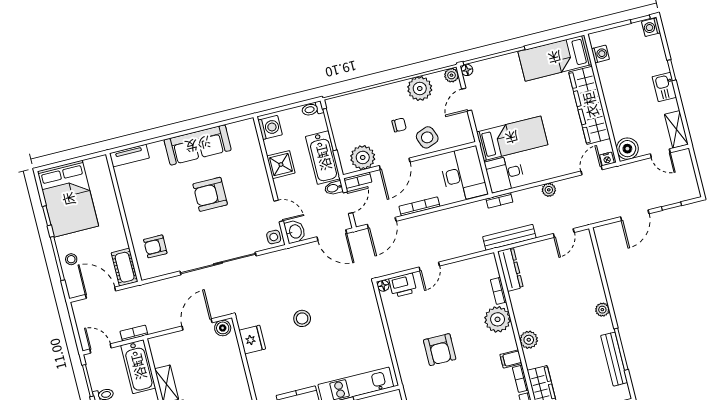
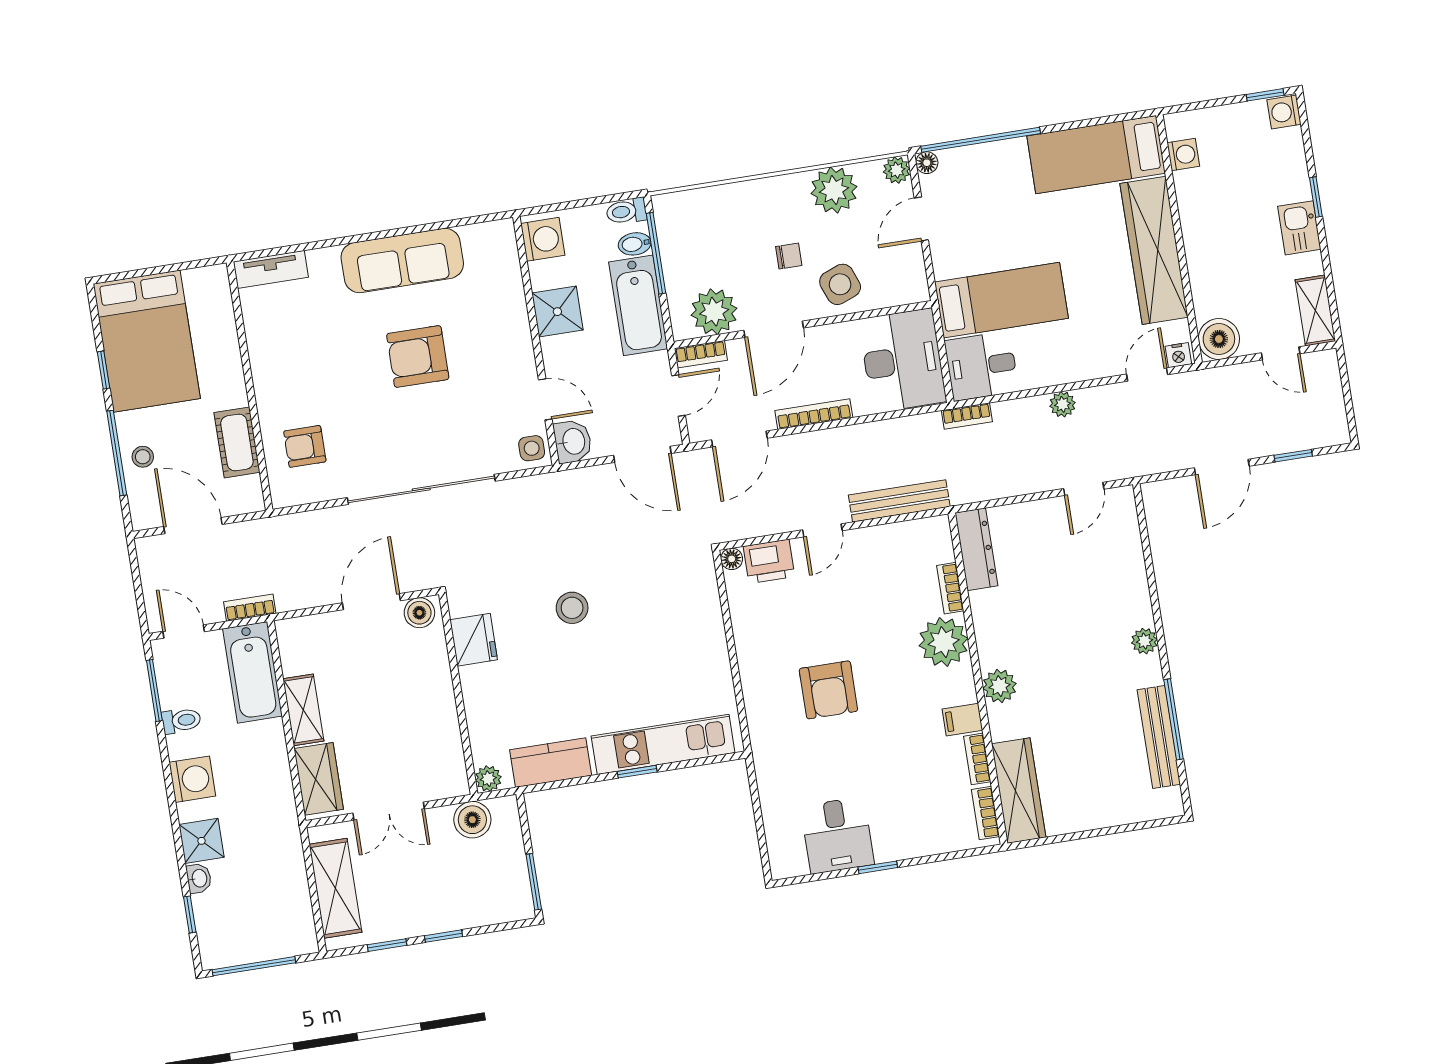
bidet: (334, 188) -> (635, 244), moved
bench: (509, 237) -> (899, 501), moved
cot: (125, 267) -> (237, 442), moved

